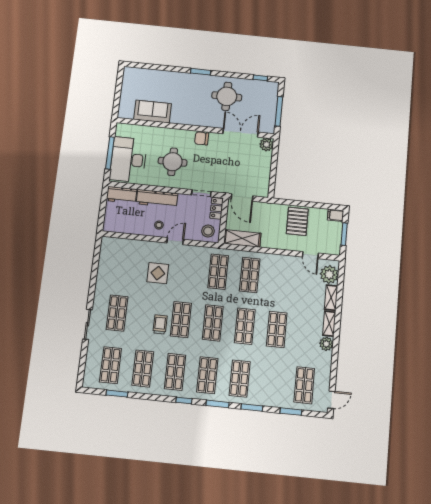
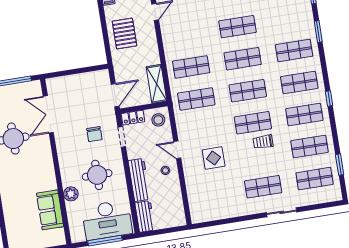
chair: (202, 138) -> (94, 134), moved
plant: (266, 144) -> (71, 194), moved
pallet: (297, 221) -> (124, 33), turned 90
window: (218, 404) -> (324, 65), removed

